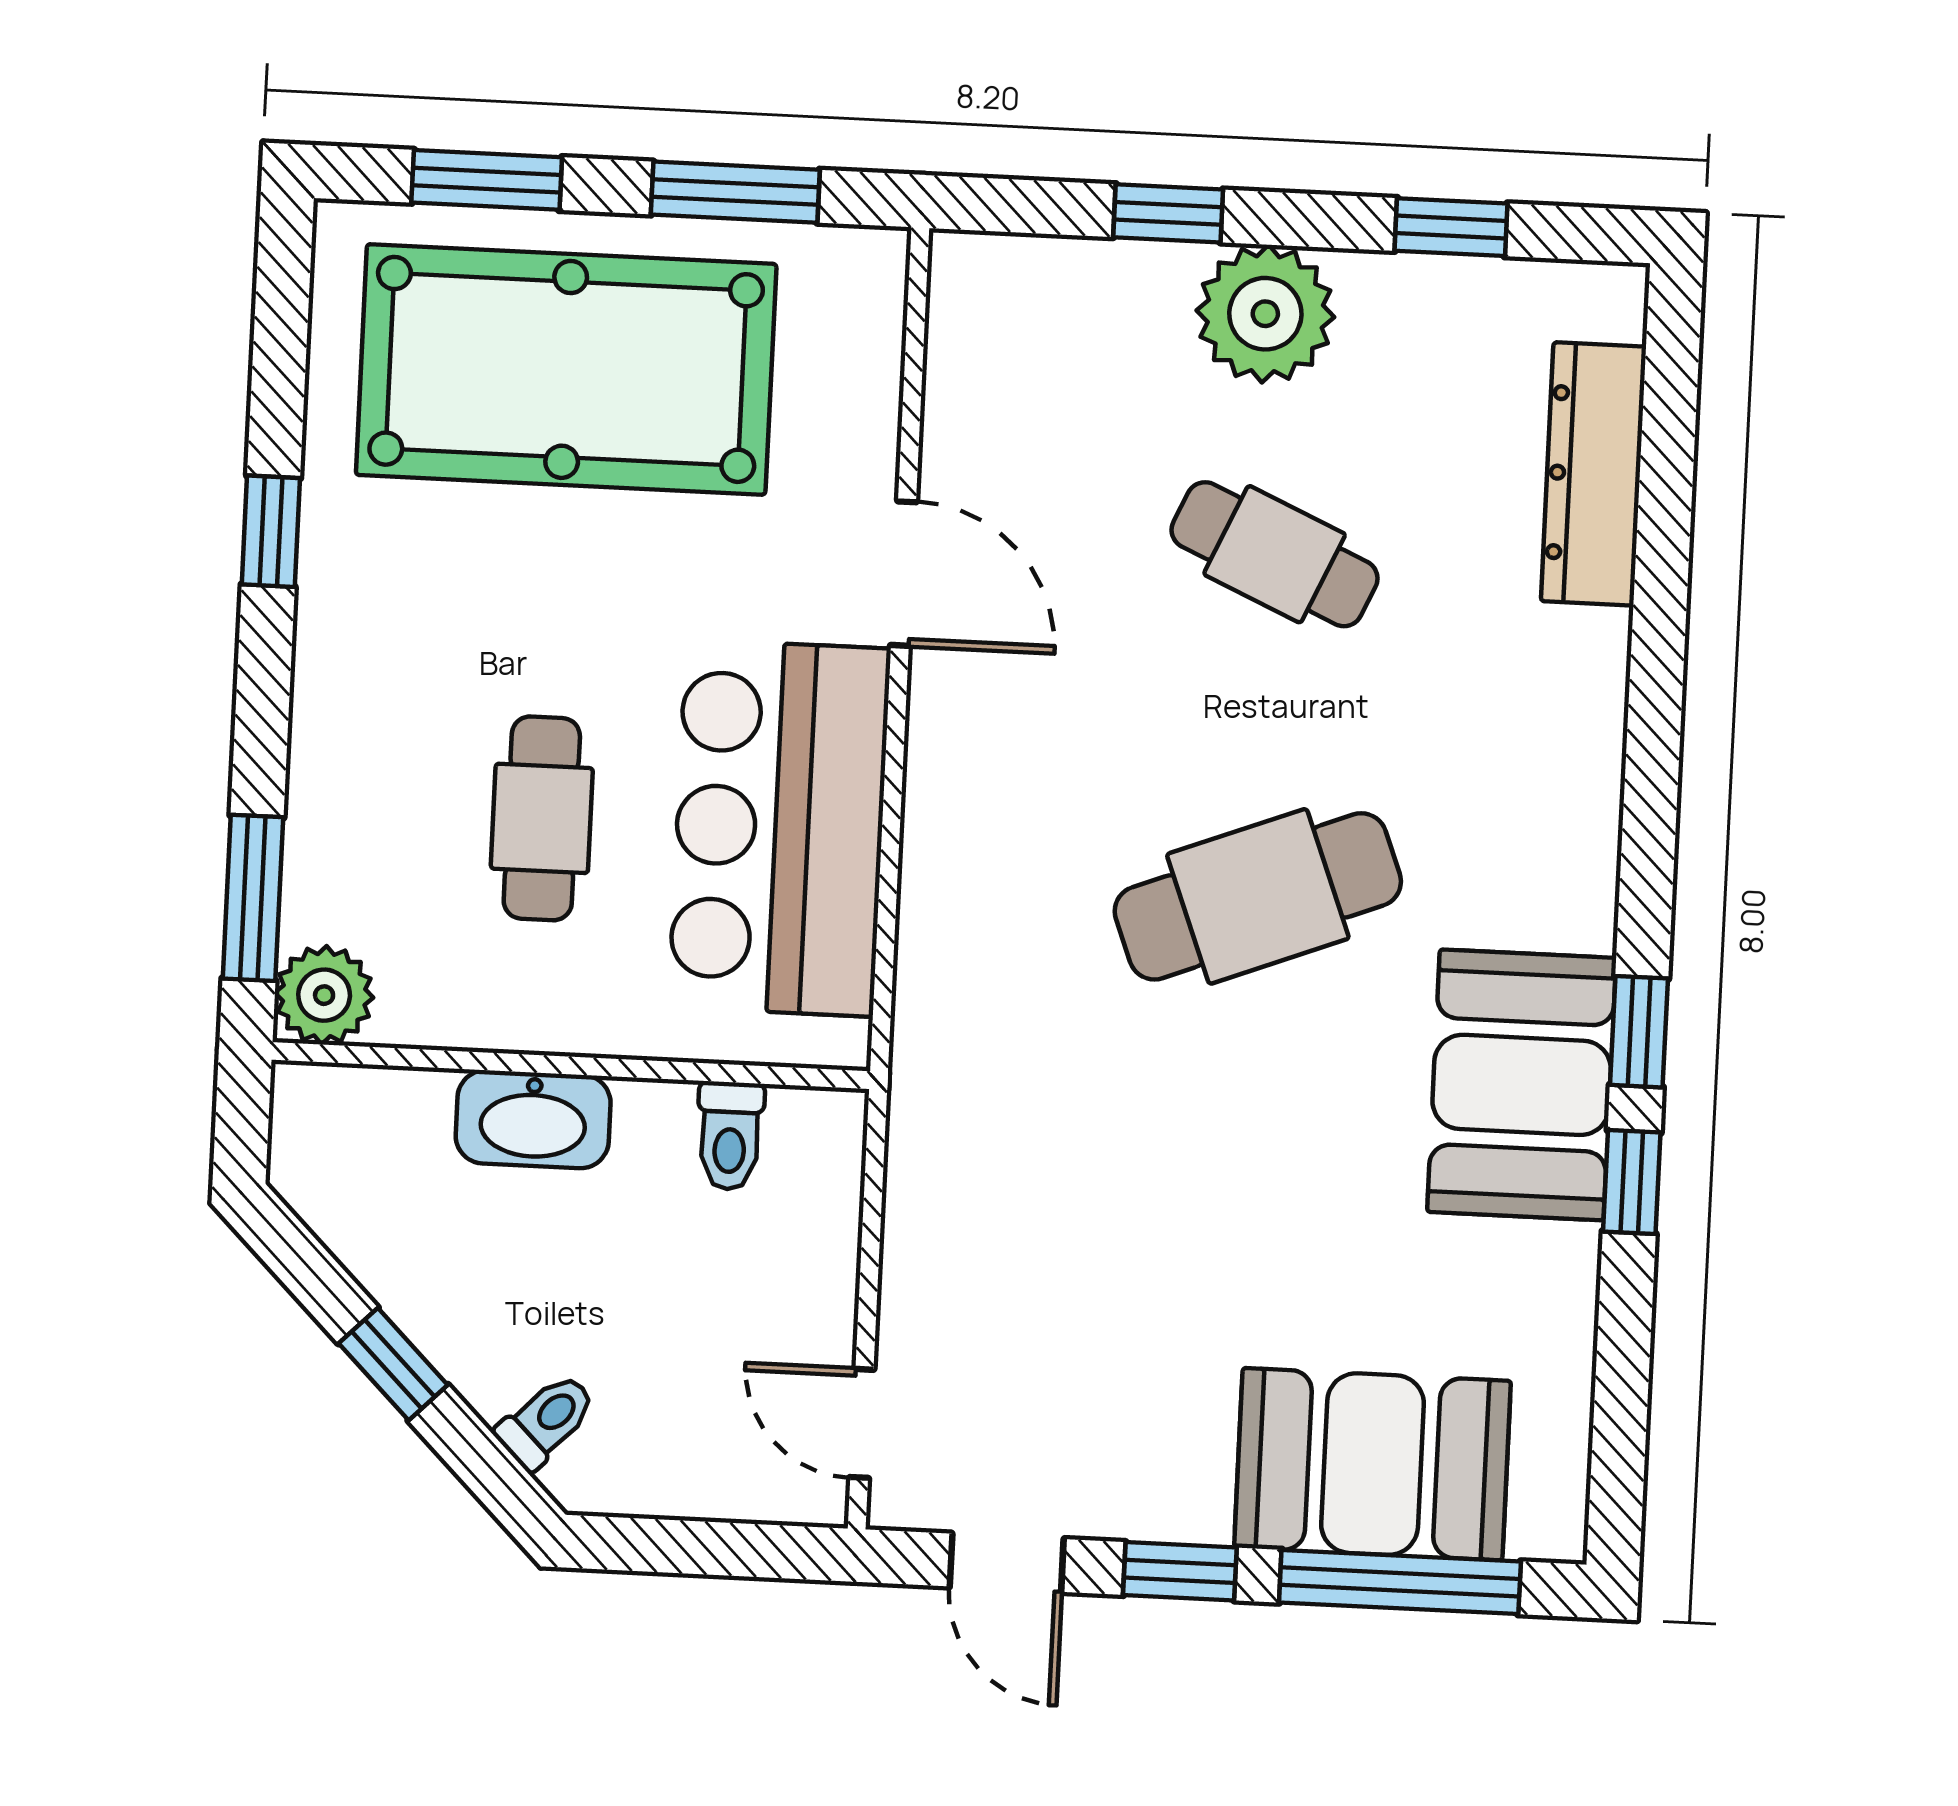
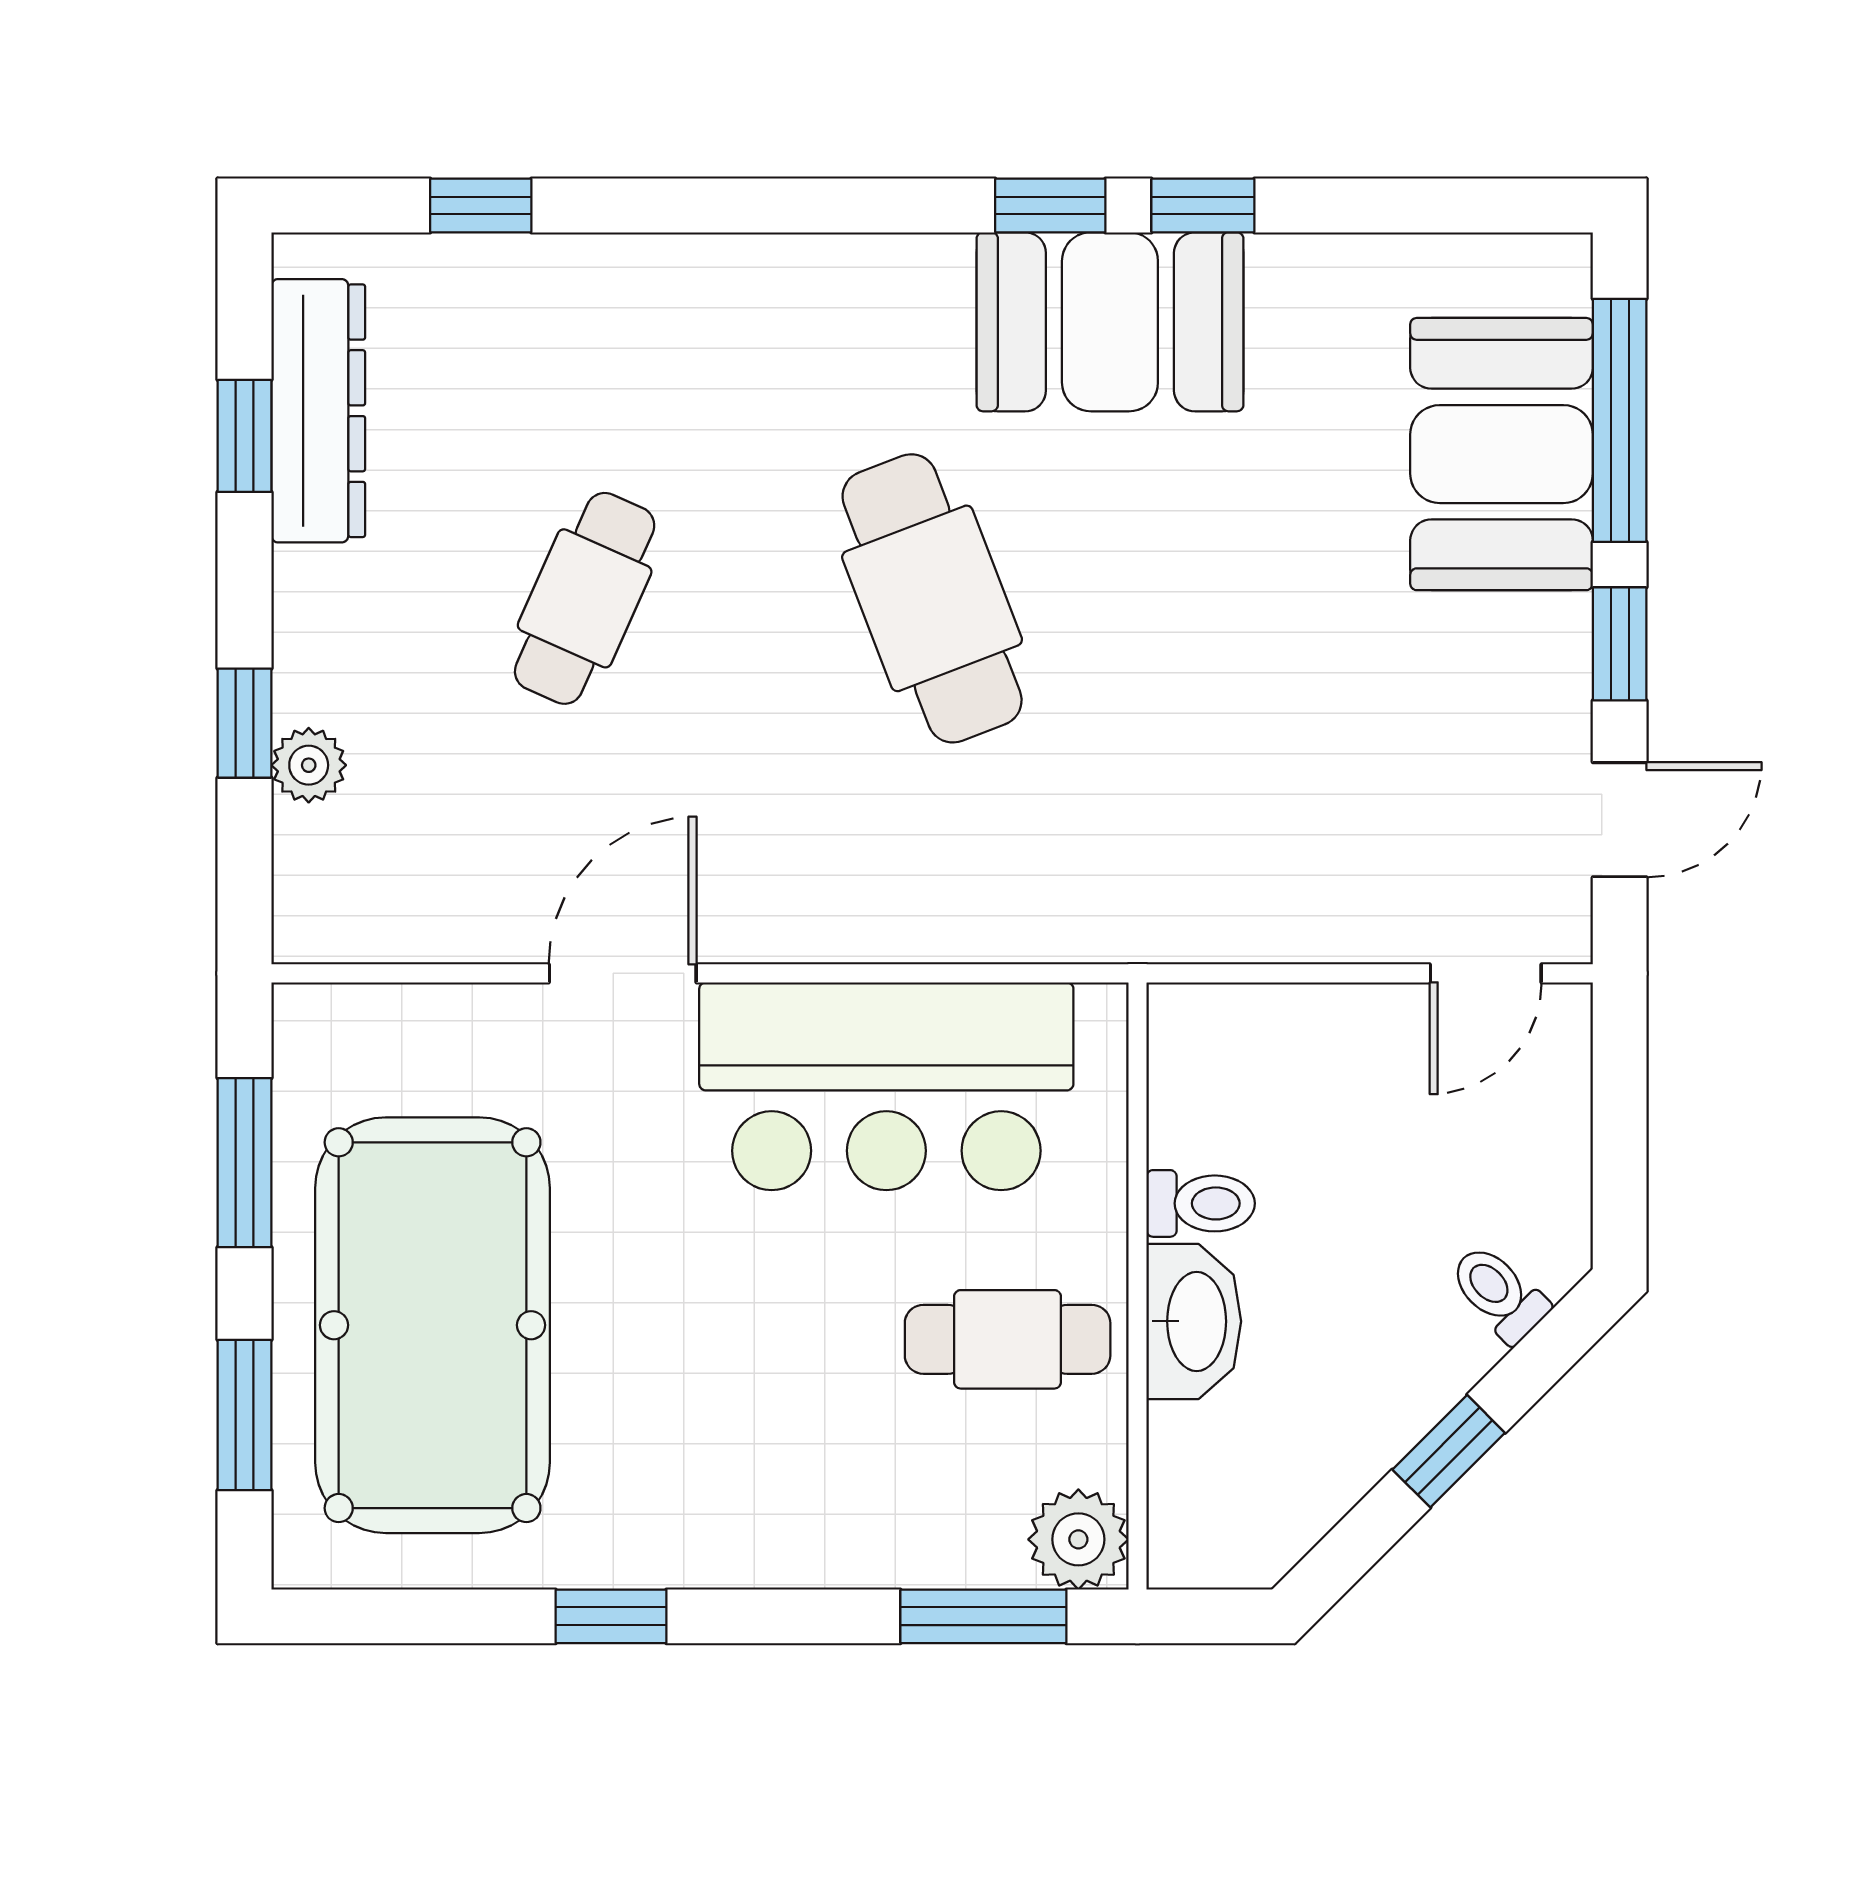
plant: (1265, 314) -> (309, 765), moved, width x0.53, depth x0.53
window: (1666, 471) -> (481, 206), added
dresser: (1594, 474) -> (318, 411), moved, turned -90
cafe table: (542, 818) -> (1008, 1339), moved
toilet: (730, 1136) -> (1201, 1203), moved

